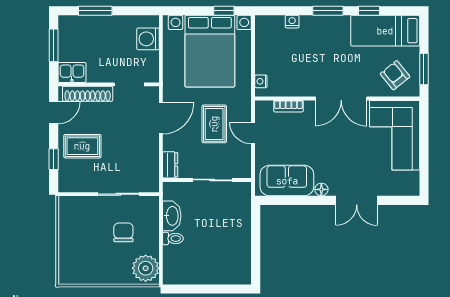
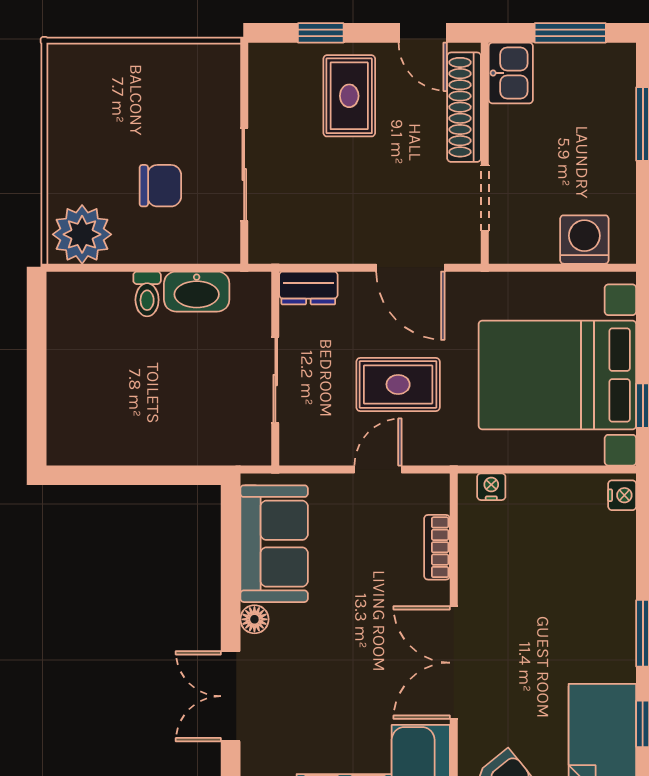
nightstand: (292, 22) -> (622, 495), moved

